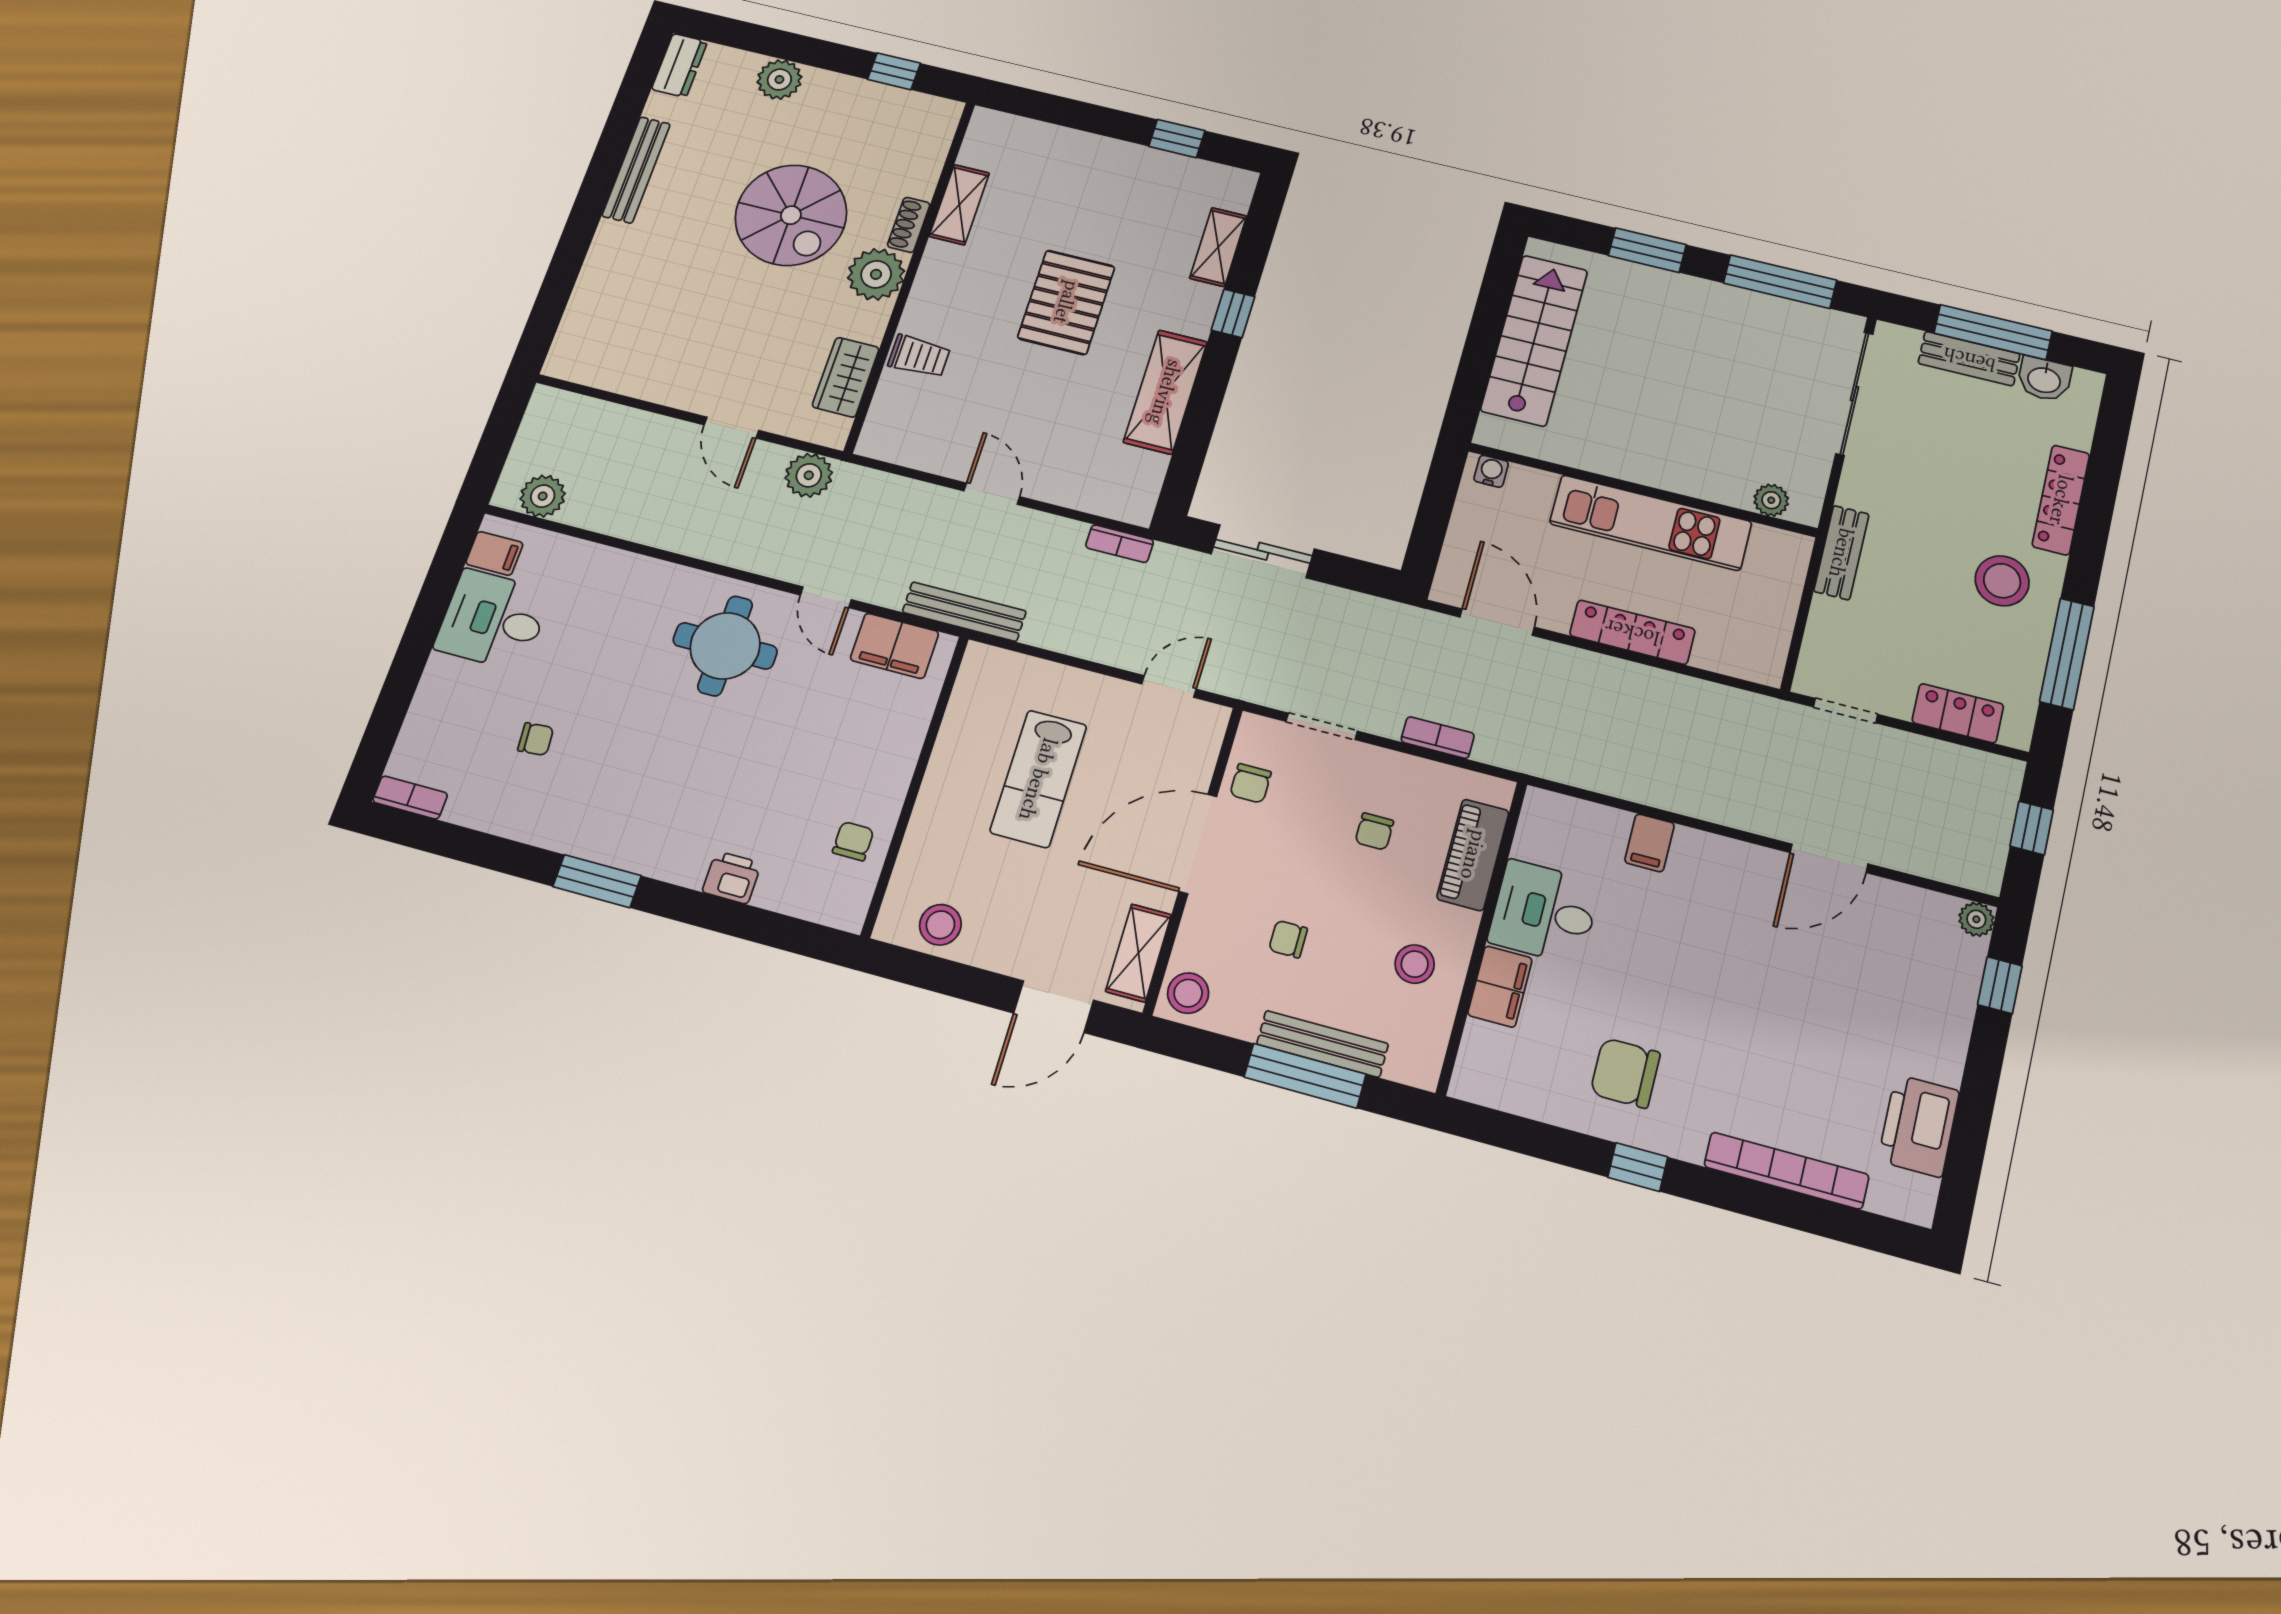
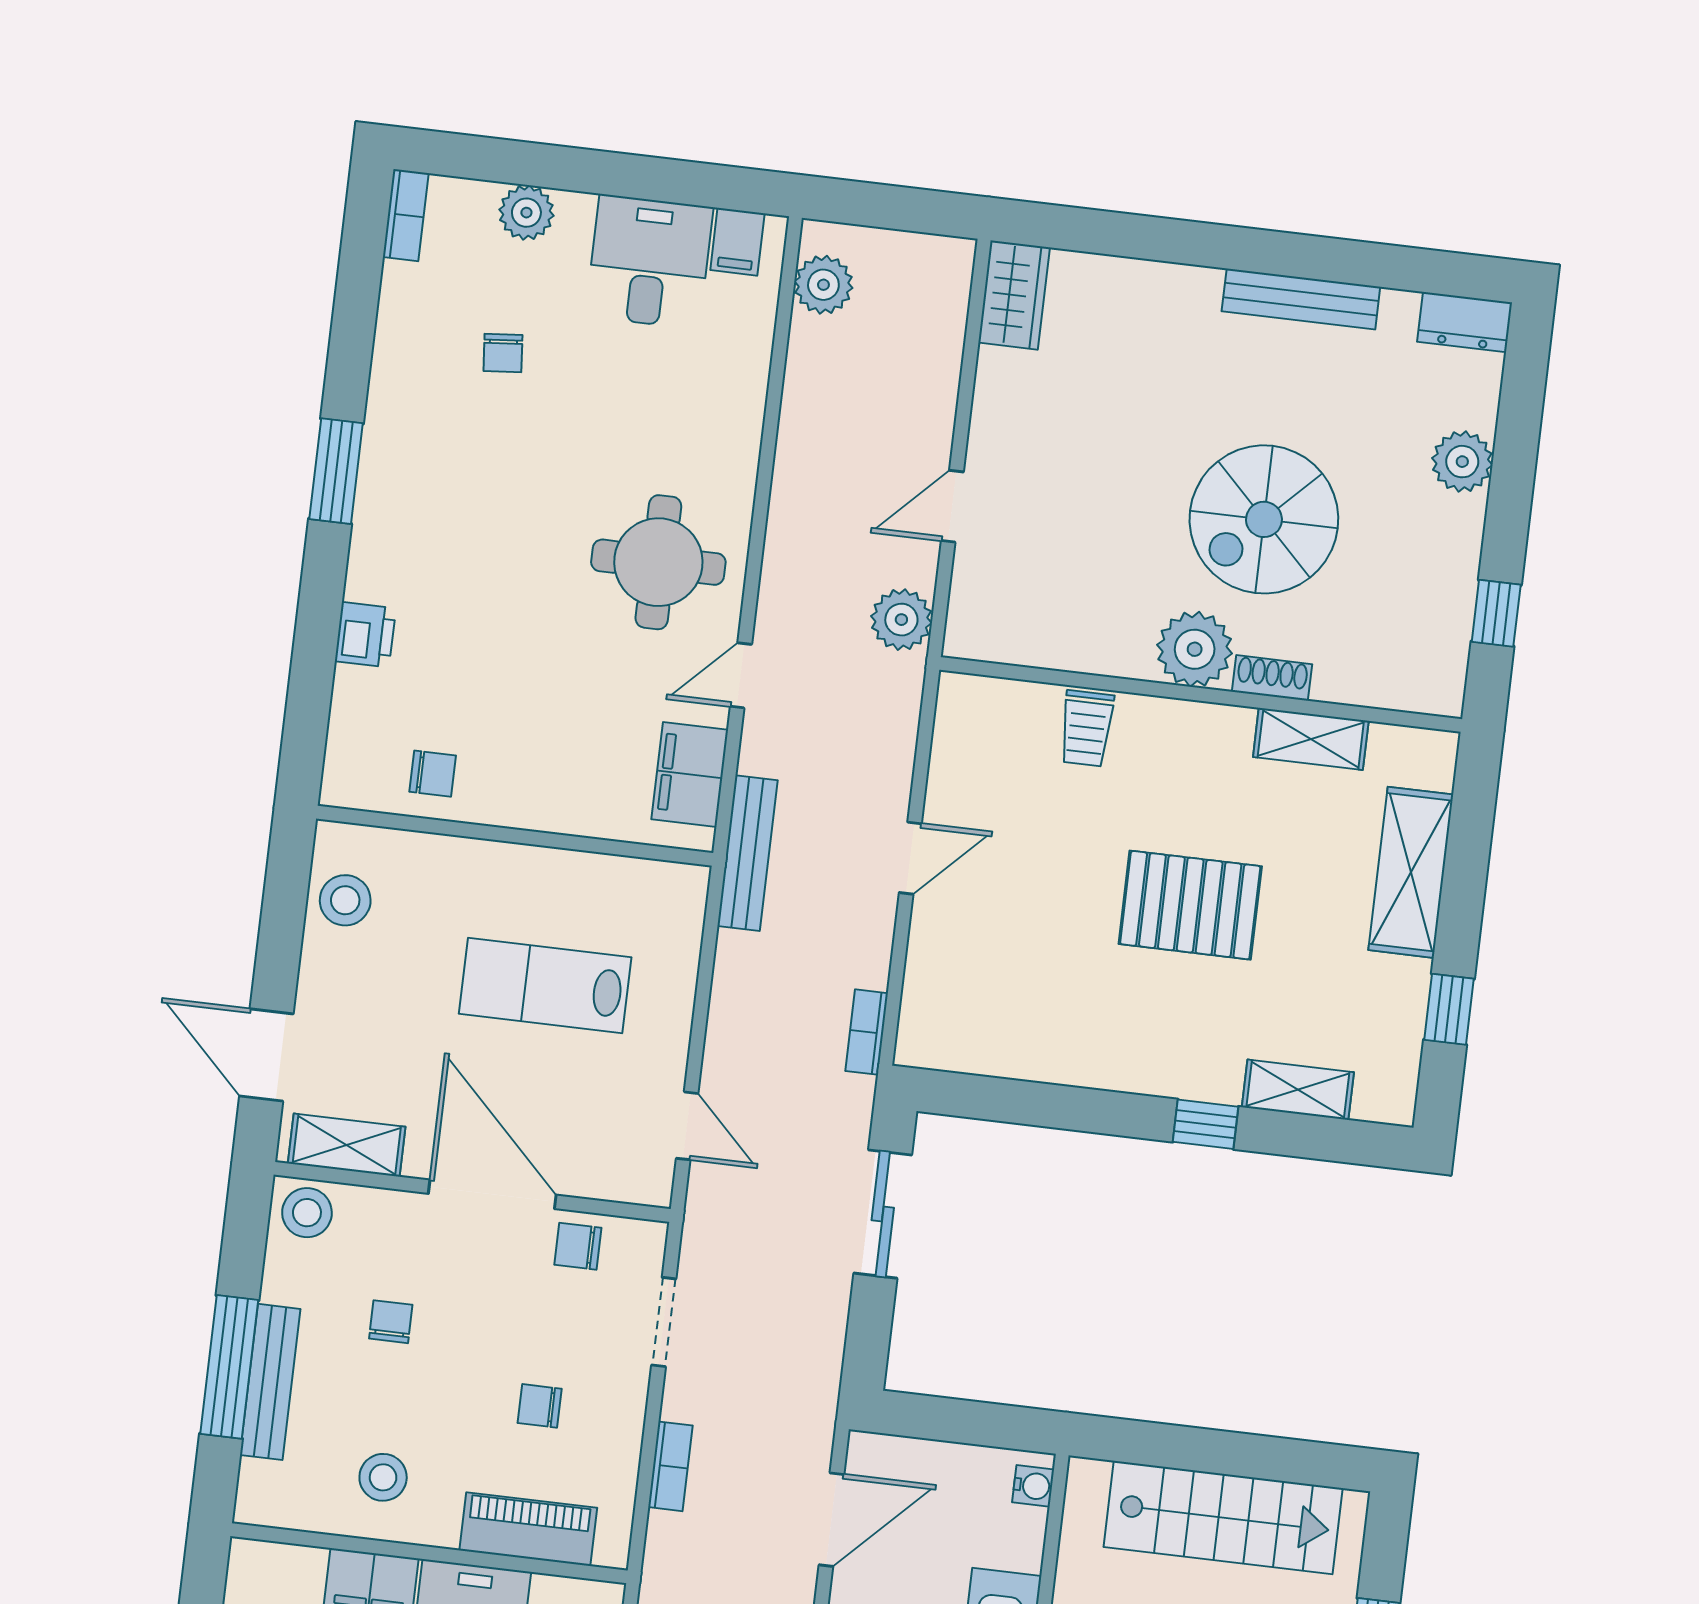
wardrobe: (846, 377) -> (1014, 295), moved, turned 90
shelving: (1165, 392) -> (1411, 872), moved, turned 90
plant: (432, 706) -> (526, 213), added

